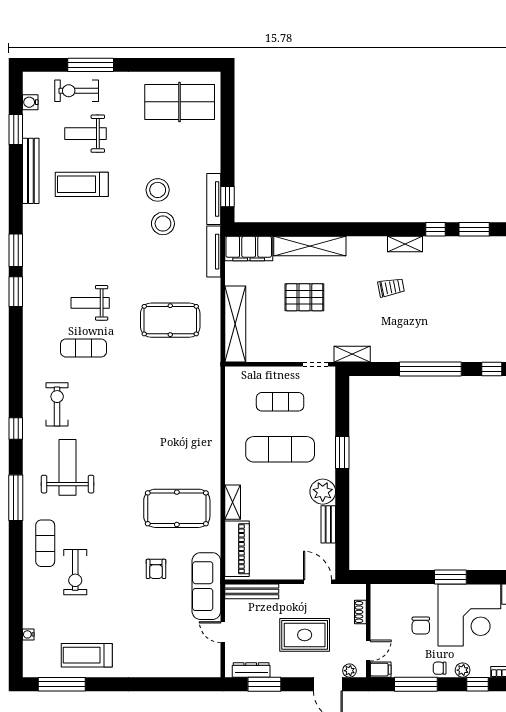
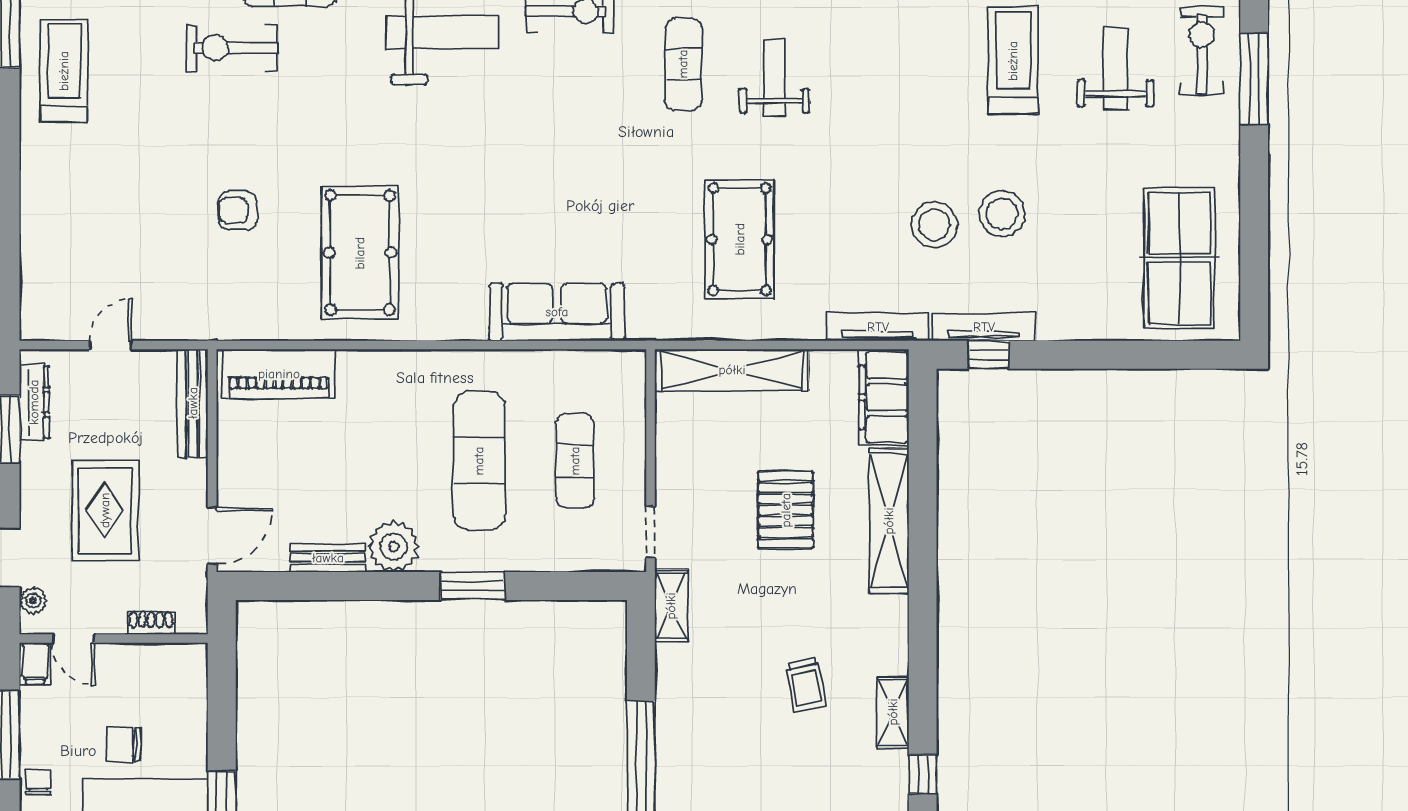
shelving: (233, 502) -> (373, 365), removed
sofa: (206, 586) -> (557, 312), moved

